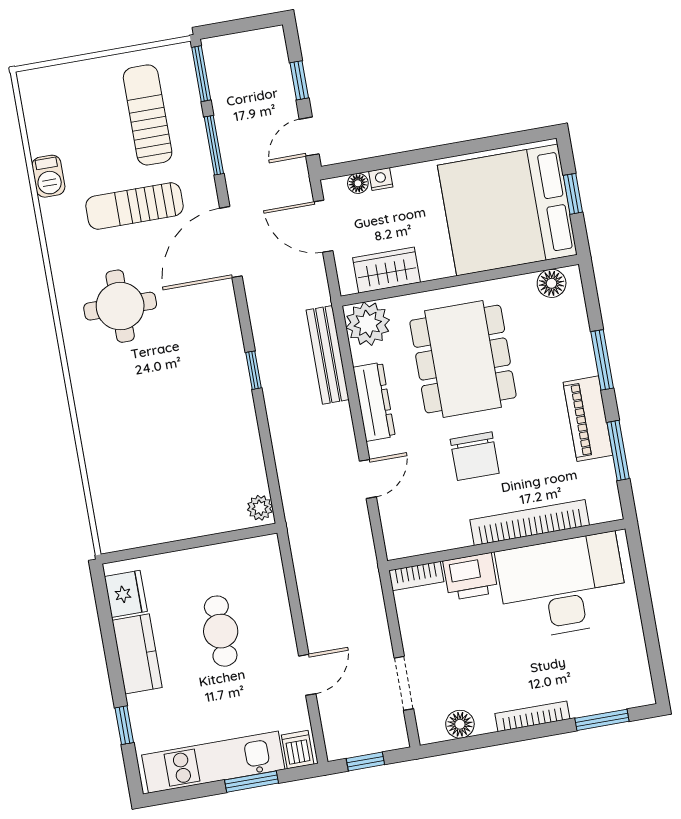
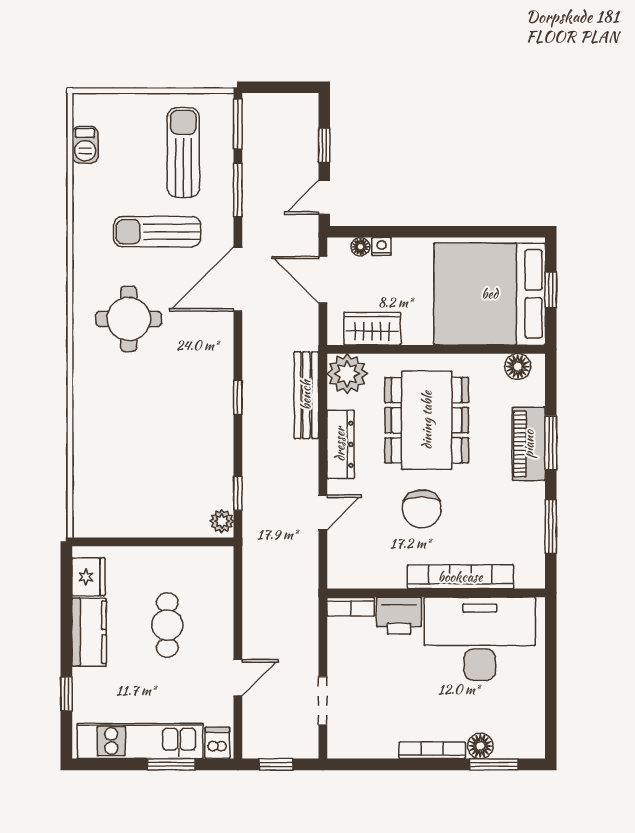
barbecue: (48, 176) -> (85, 145), moved
piano: (588, 419) -> (529, 444), moved
window: (272, 474) -> (238, 493), added
floor lamp: (460, 724) -> (480, 746), moved

